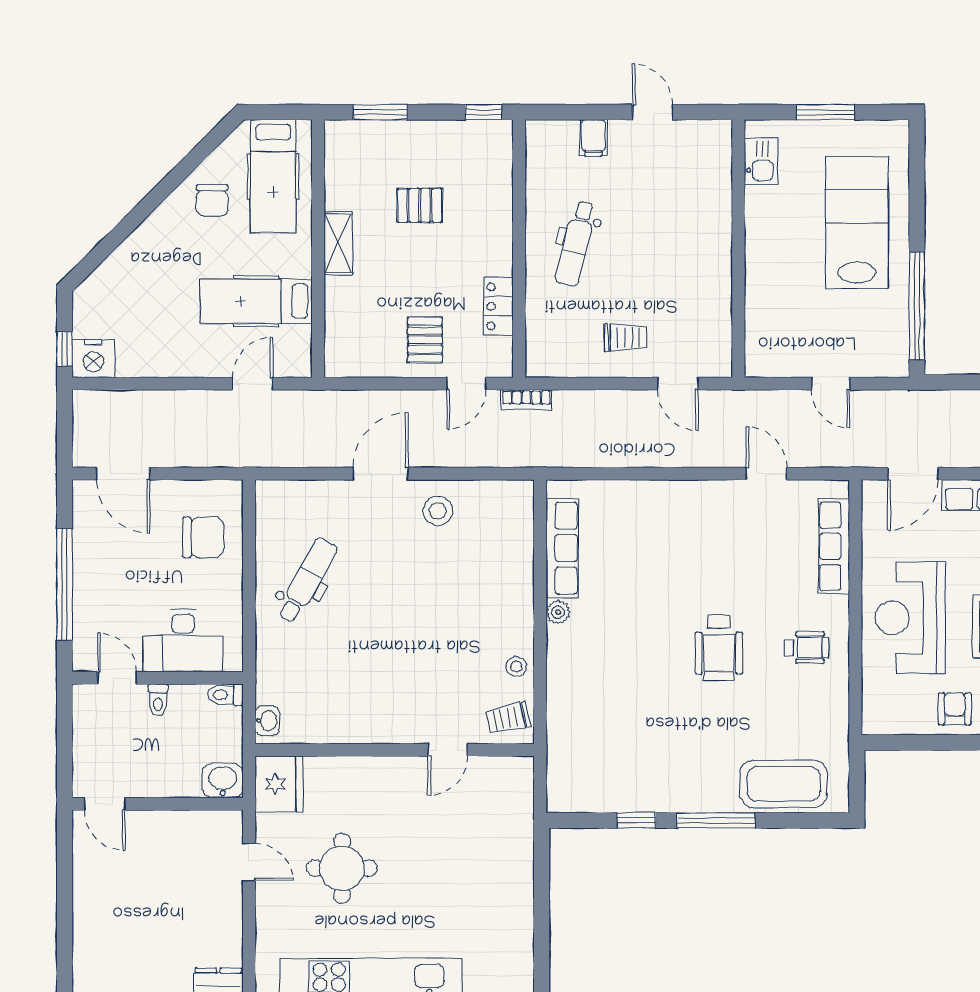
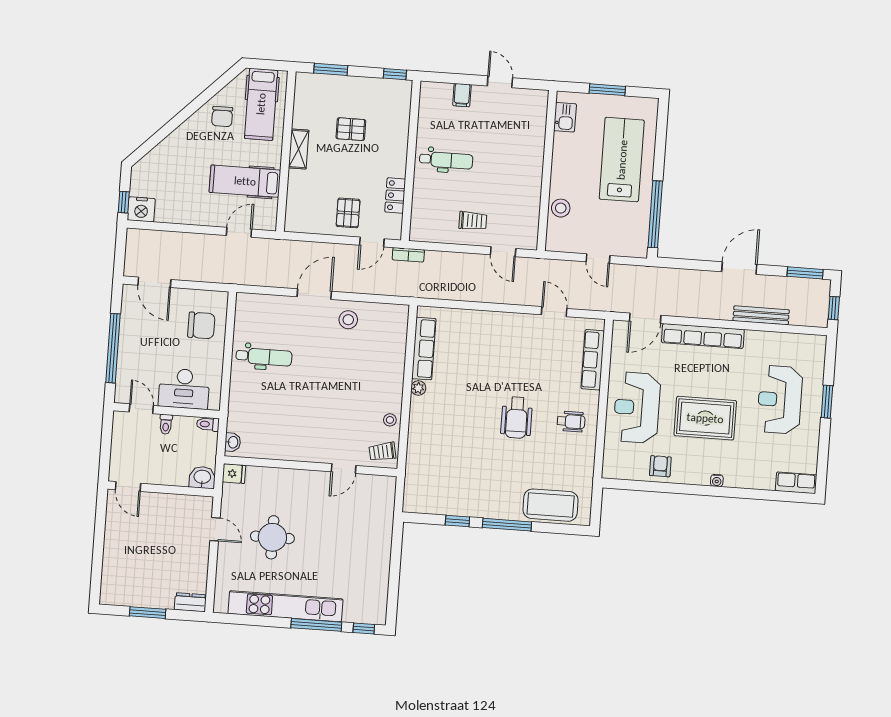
dental chair: (576, 244) -> (446, 160), turned -104
stool: (765, 307) -> (561, 208), added
dental chair: (307, 580) -> (264, 357), turned 61
fridge: (279, 784) -> (234, 474), width x0.53, depth x0.75

